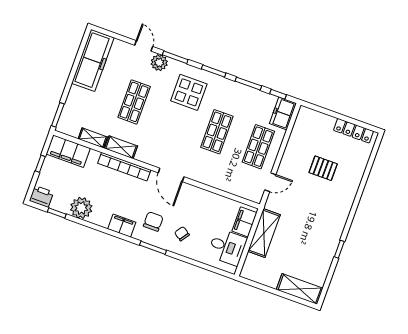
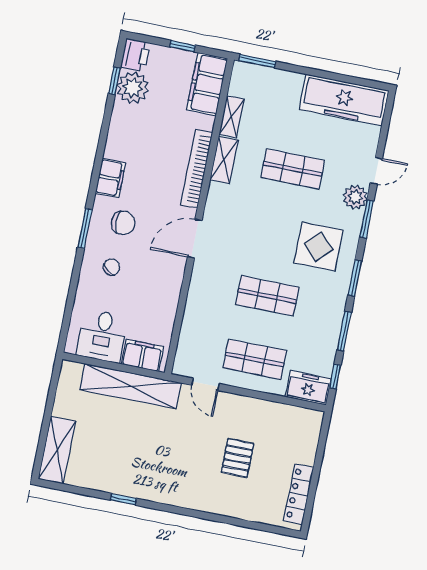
plant: (81, 208) -> (133, 88), moved
shelving: (264, 233) -> (130, 386), width x1.47

